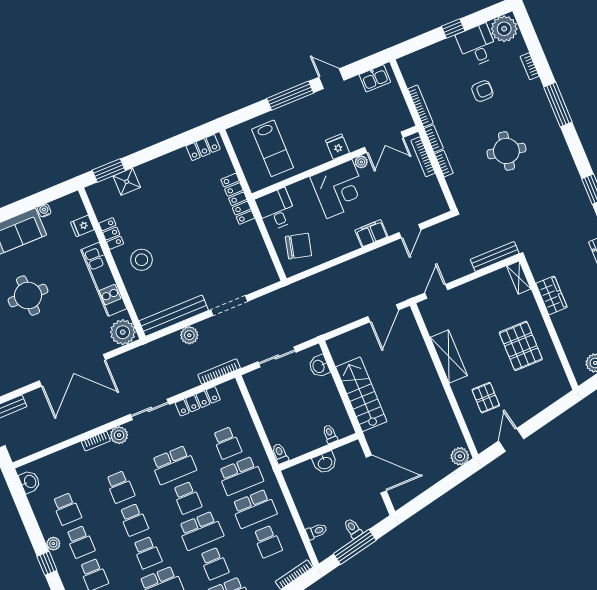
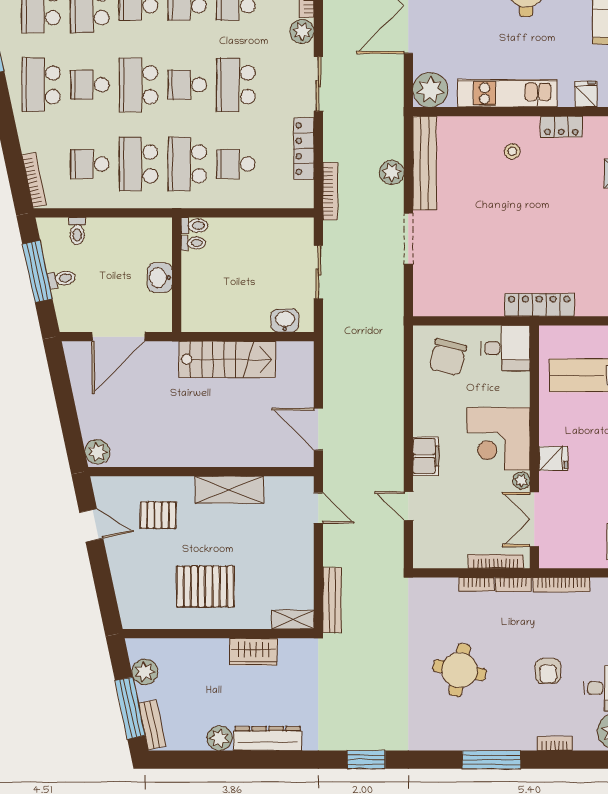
stool: (142, 260) -> (512, 151), width x0.53, depth x0.53
toilet: (330, 434) -> (193, 243), moved

